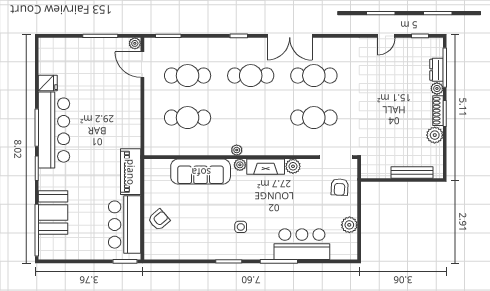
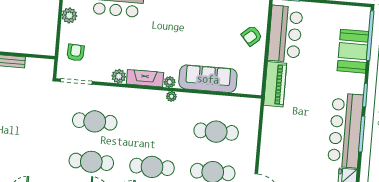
side table: (241, 227) -> (174, 22), removed

